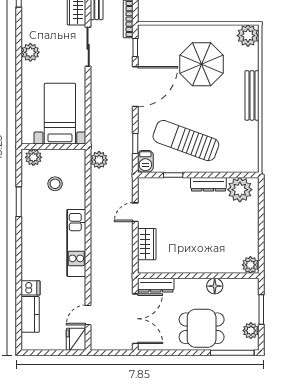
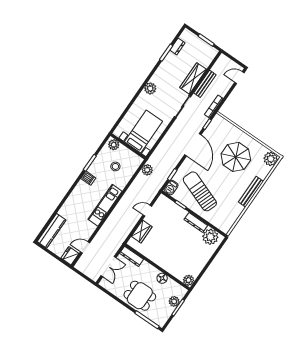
door: (135, 87) -> (193, 145), hinge flipped
dishwasher: (31, 288) -> (88, 178), moved
kitchen counter: (30, 314) -> (52, 231), width x1.50
double door: (135, 319) -> (109, 267), width x0.73
plant: (251, 331) -> (174, 301), moved

